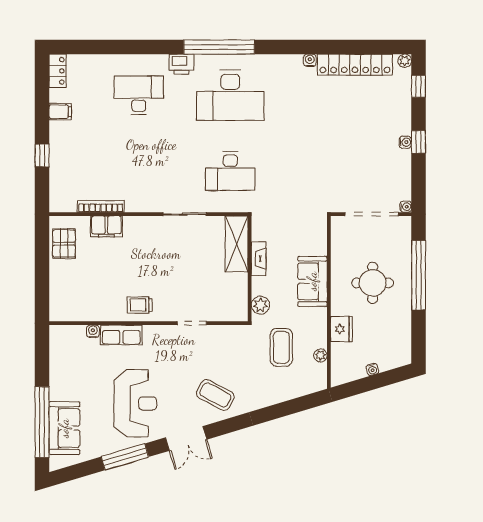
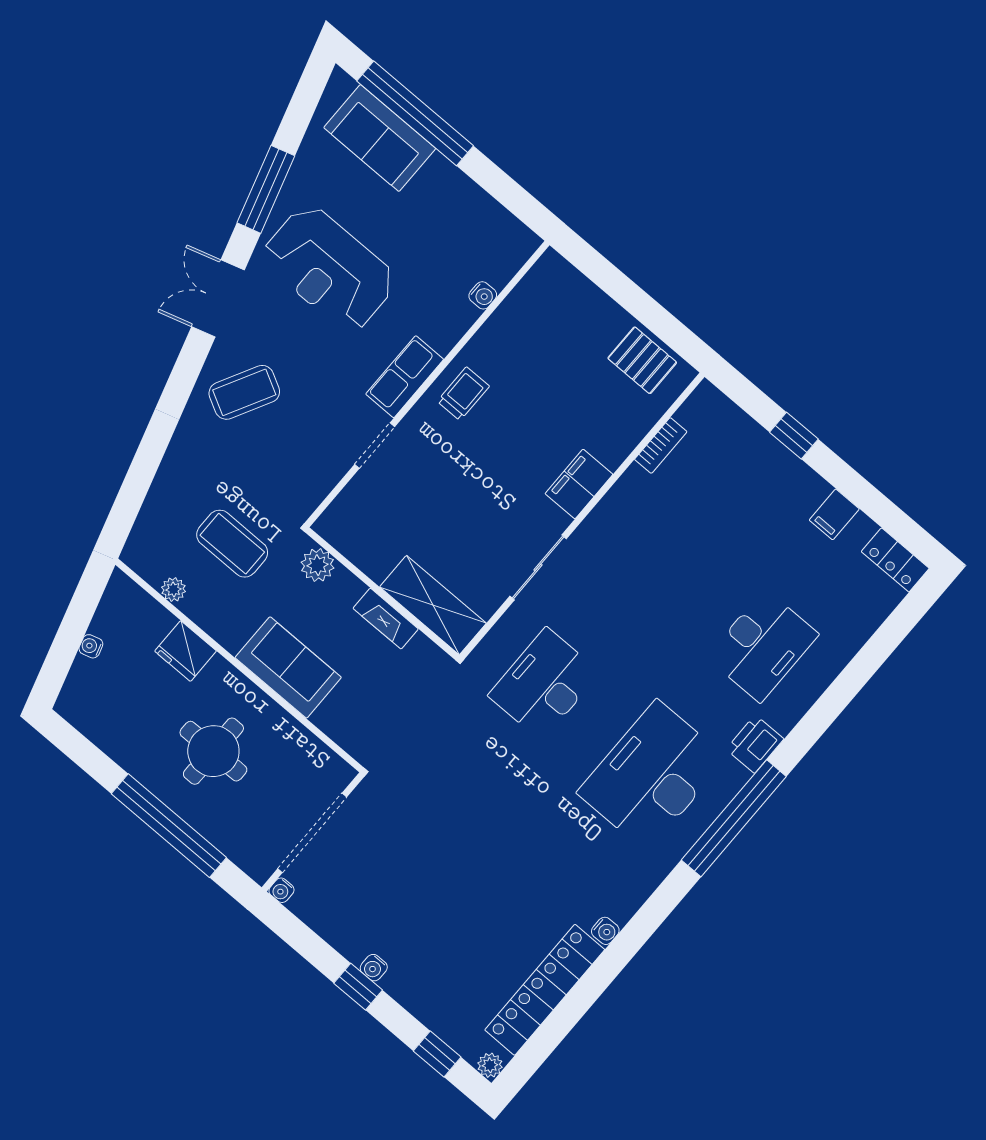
bookcase: (101, 206) -> (661, 446), width x0.64
filing cabinet: (106, 226) -> (579, 484), moved
row of seats: (121, 335) -> (405, 377), moved

